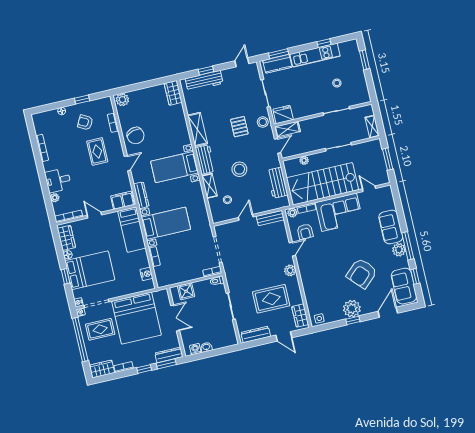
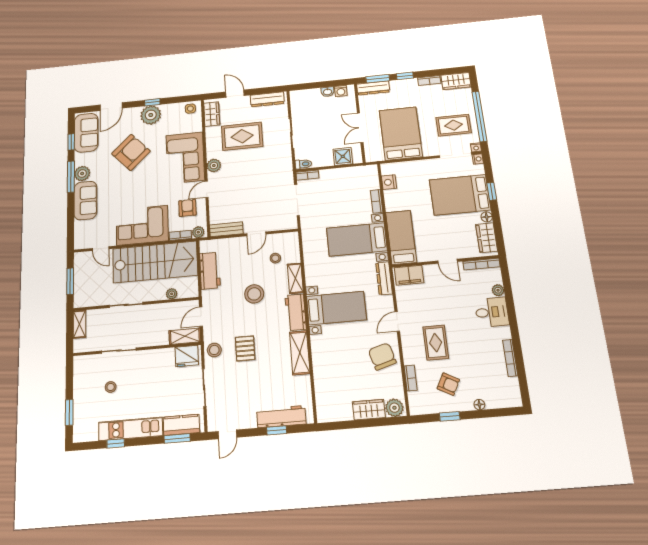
wardrobe: (173, 93) -> (369, 410), moved, turned -90
corner sofa: (315, 274) -> (185, 158), added
bed: (136, 318) -> (401, 133), width x0.73

